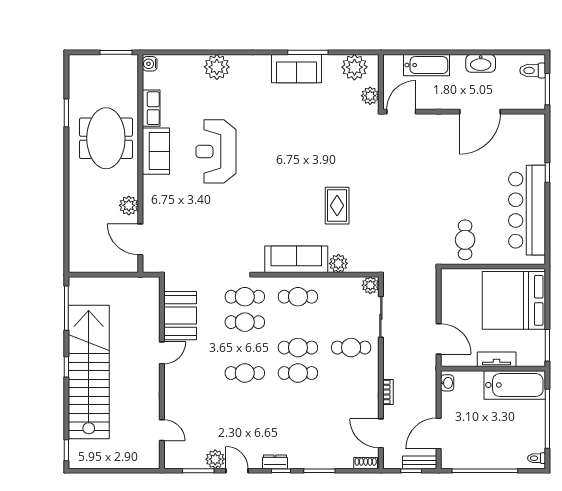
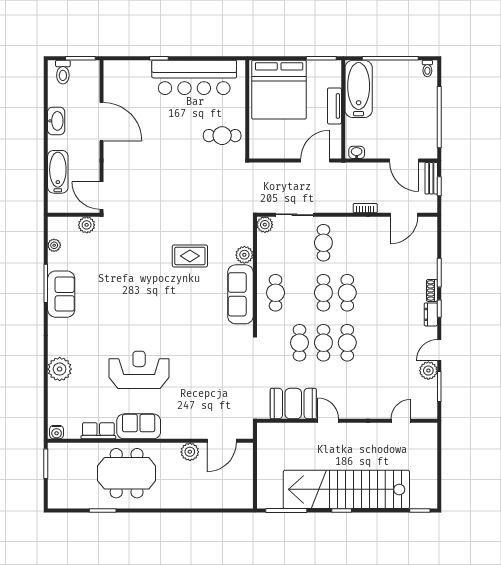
plant: (354, 67) -> (54, 245), width x0.53, depth x0.53
reception desk: (216, 151) -> (139, 370), turned 180
cafe table: (245, 297) -> (323, 343), moved
shoe rack: (366, 463) -> (432, 290), moved

